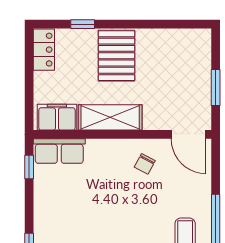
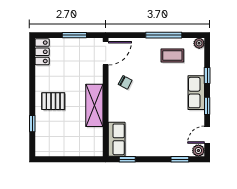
locker: (44, 50) -> (42, 52), moved, turned 90
pallet: (117, 56) -> (53, 101), width x0.67, depth x0.71
filing cabinet: (57, 117) -> (94, 141), removed

